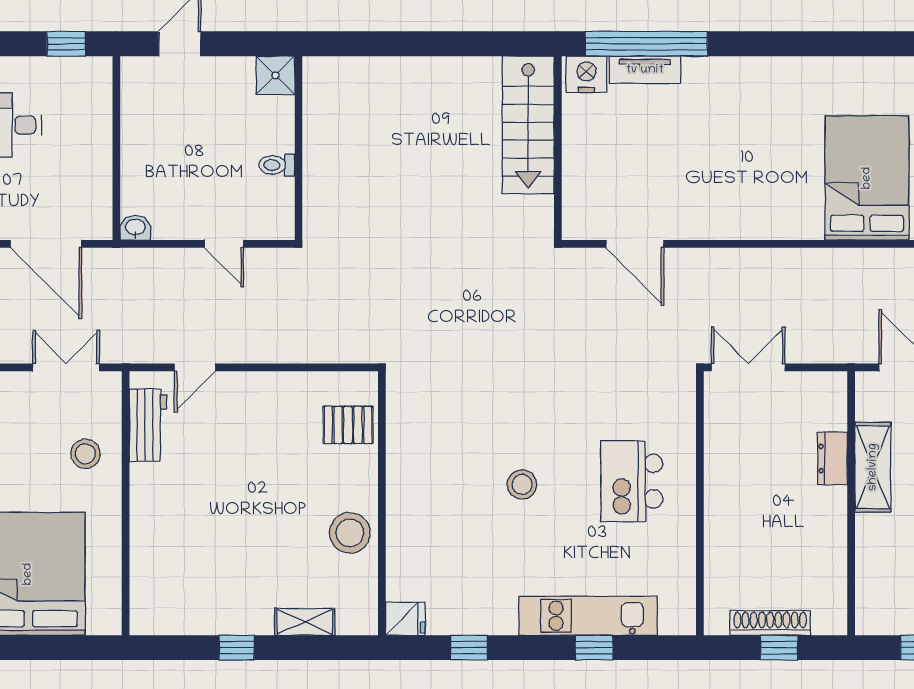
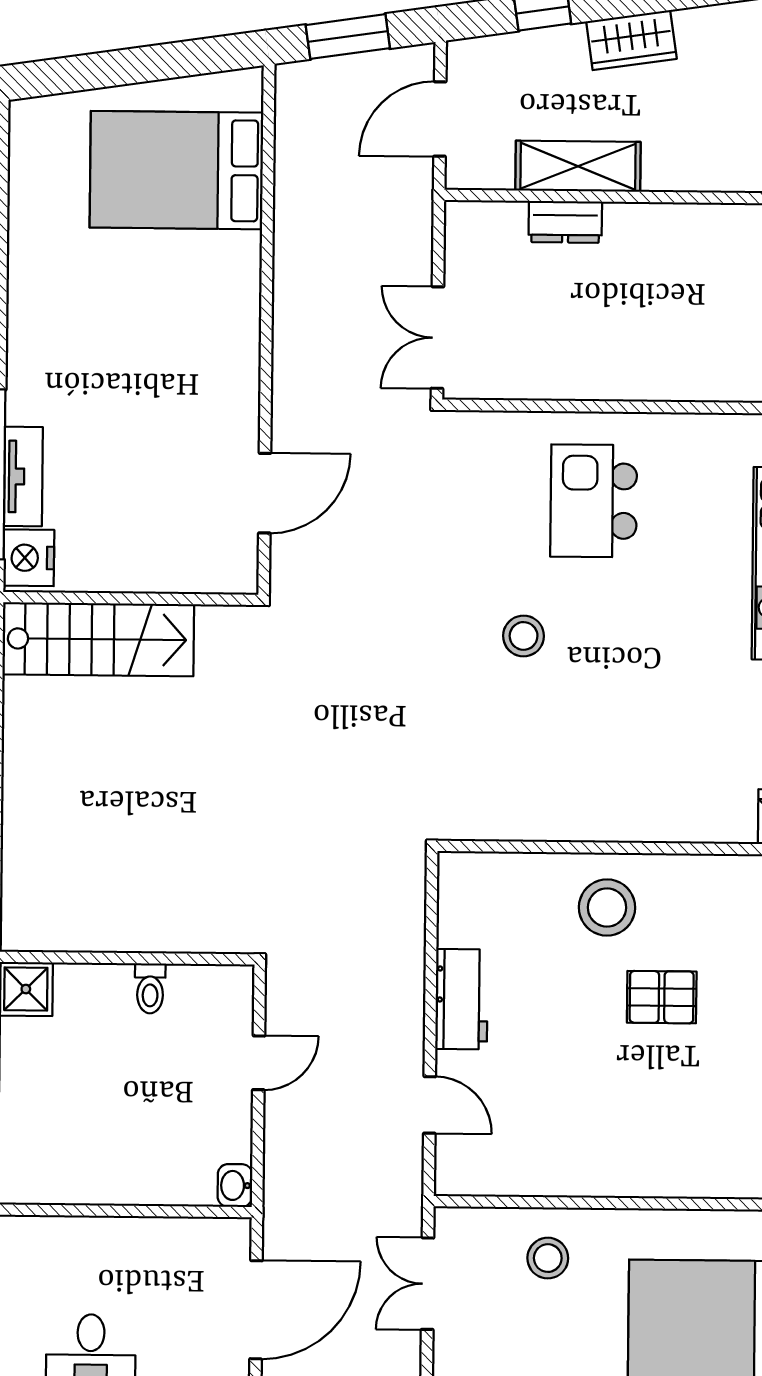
workbench: (148, 425) -> (462, 999), moved, turned 90
pallet: (348, 425) -> (662, 997), moved, turned 90
kitchen island: (632, 481) -> (594, 501), turned 90
stool: (522, 484) -> (524, 636), moved
stool: (350, 533) -> (607, 908), moved

